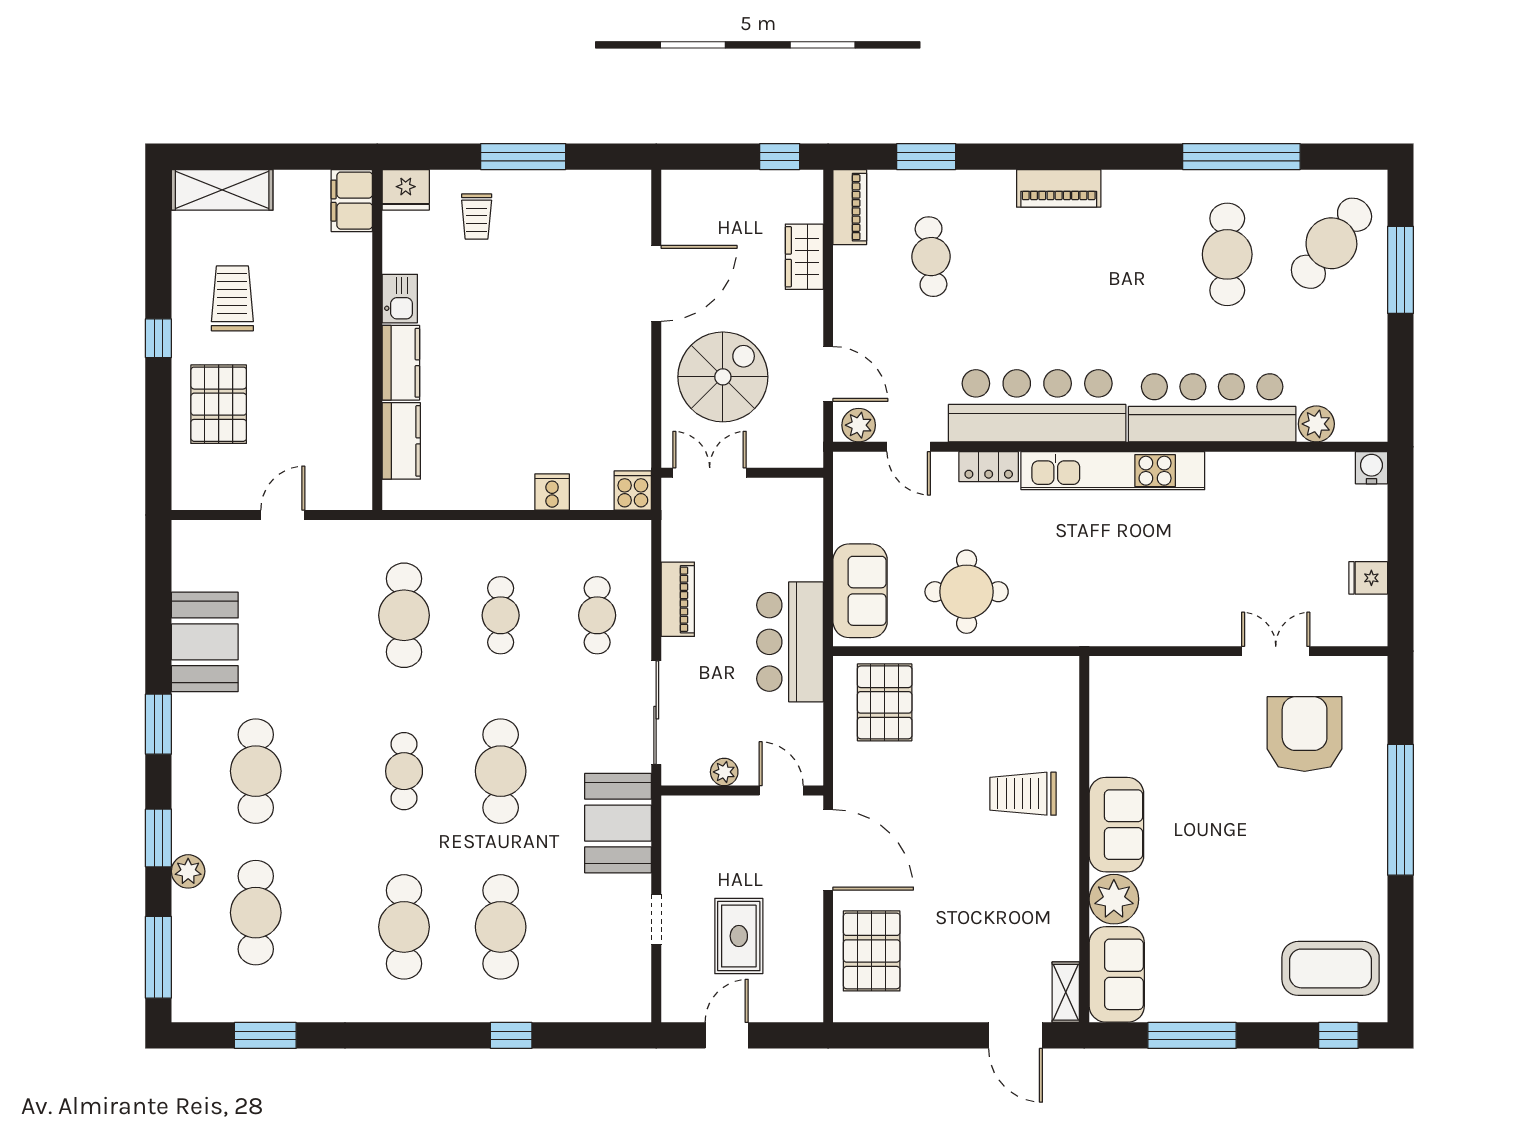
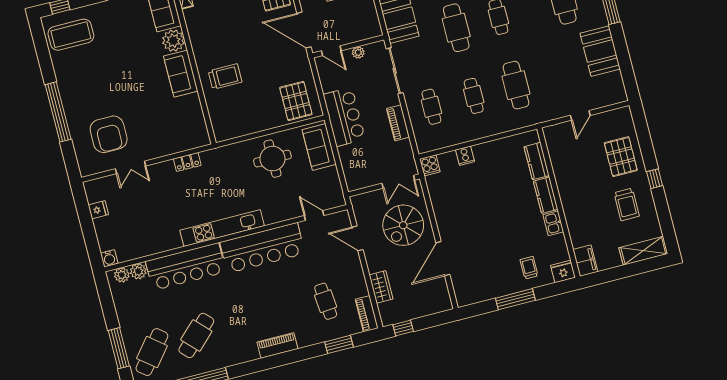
cafe table: (1227, 254) -> (196, 335), turned 46
plant: (859, 425) -> (122, 275), moved
locker: (989, 467) -> (187, 162), moved, turned 180

